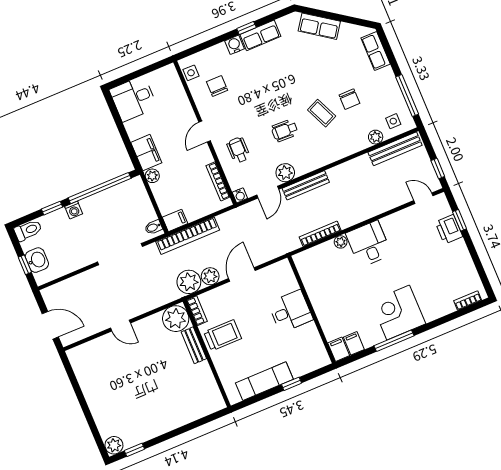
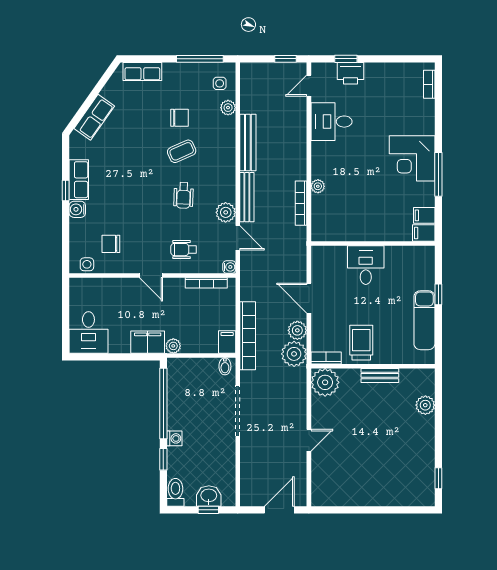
bench: (395, 149) -> (248, 142), moved
desk: (369, 244) -> (331, 122), moved
bench: (194, 345) -> (380, 375), moved
plant: (114, 445) -> (425, 405), moved

